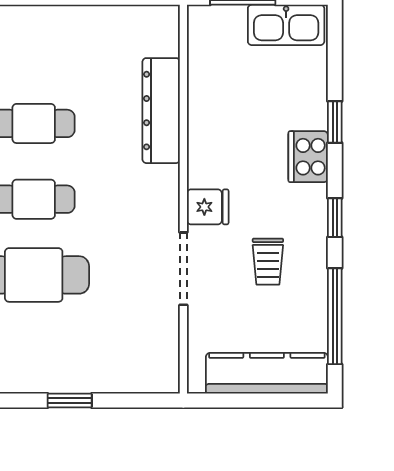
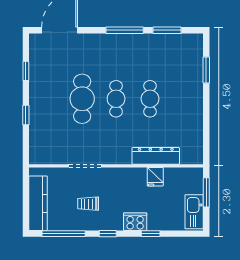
fridge: (208, 207) -> (155, 177), moved

